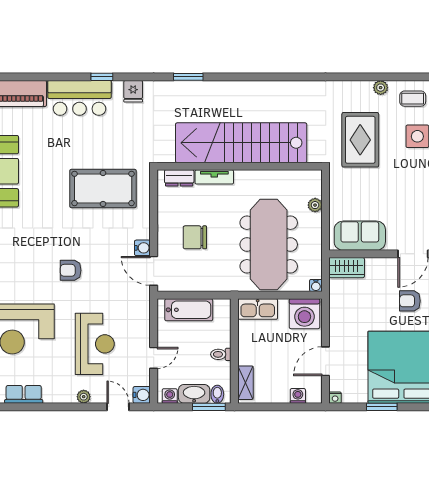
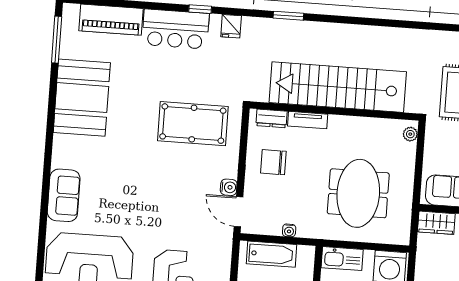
plant: (315, 205) -> (410, 134), moved
chair: (195, 237) -> (273, 162), moved
meeting table: (269, 245) -> (358, 193), width x0.73
armchair: (71, 270) -> (154, 205), removed
water cooler: (316, 285) -> (289, 230), moved

